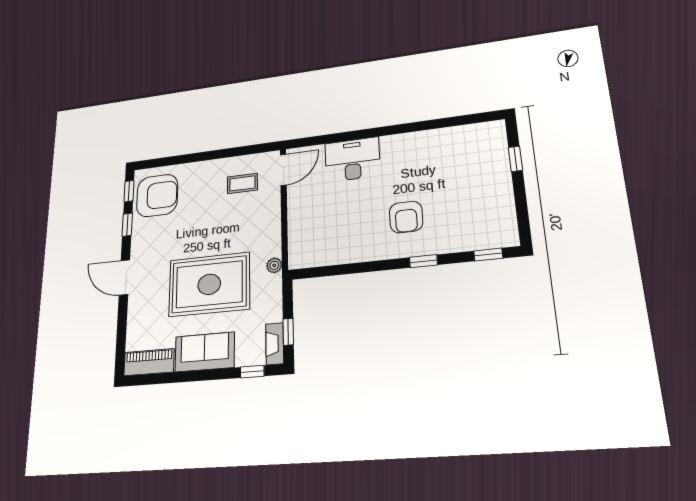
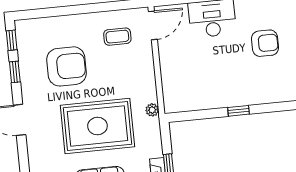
armchair: (157, 196) -> (67, 66), moved
armchair: (406, 217) -> (265, 43), moved, turned -90
window: (423, 261) -> (238, 111), moved

